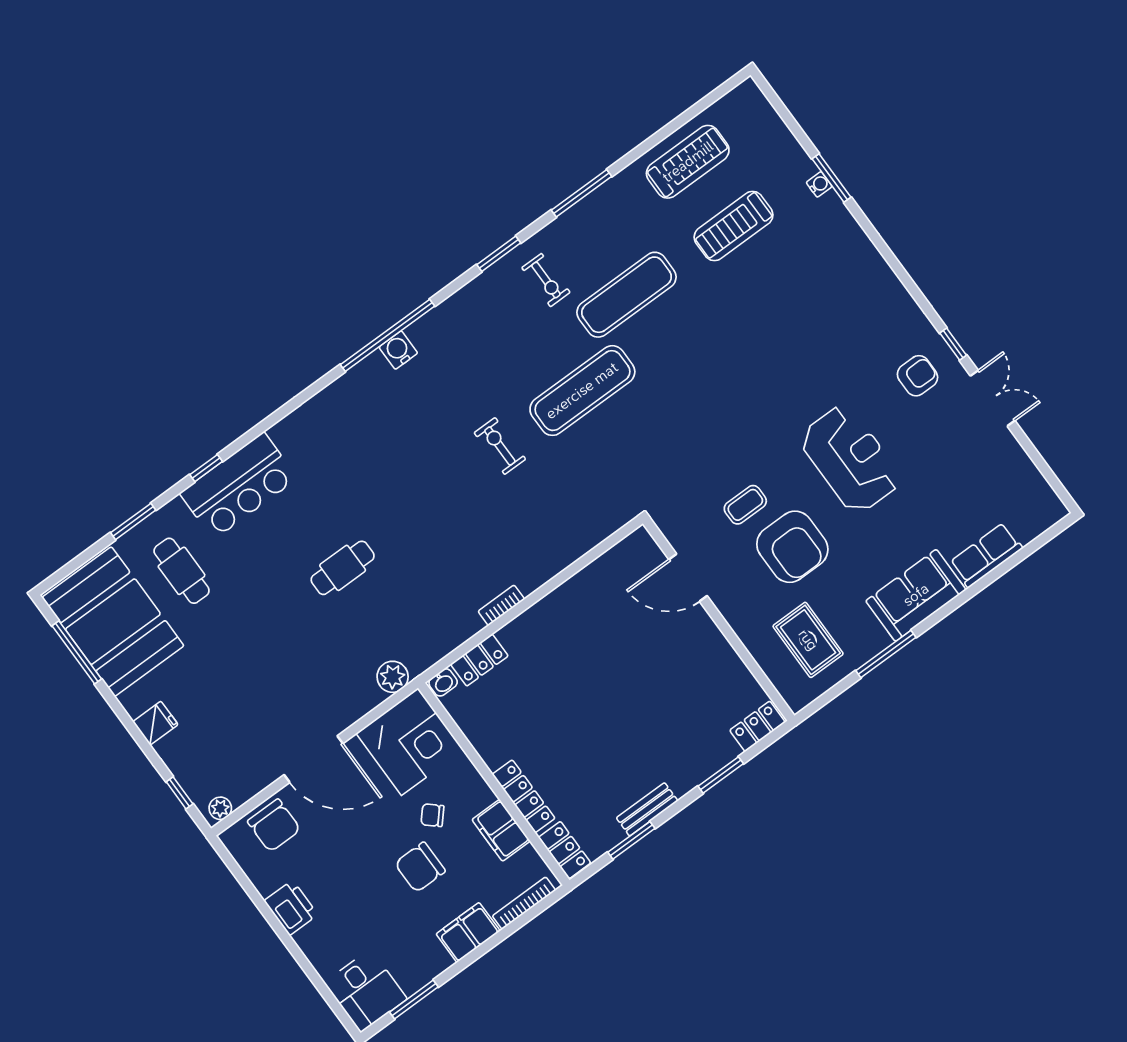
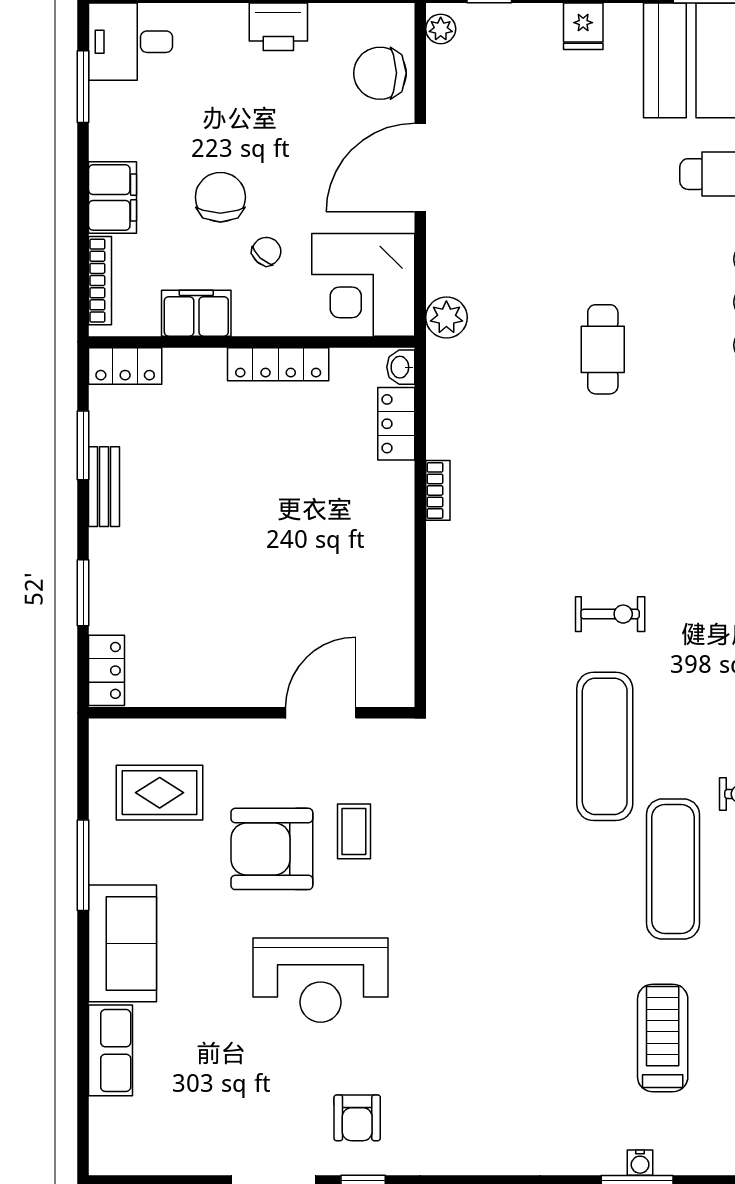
locker: (524, 796) -> (278, 364), moved

